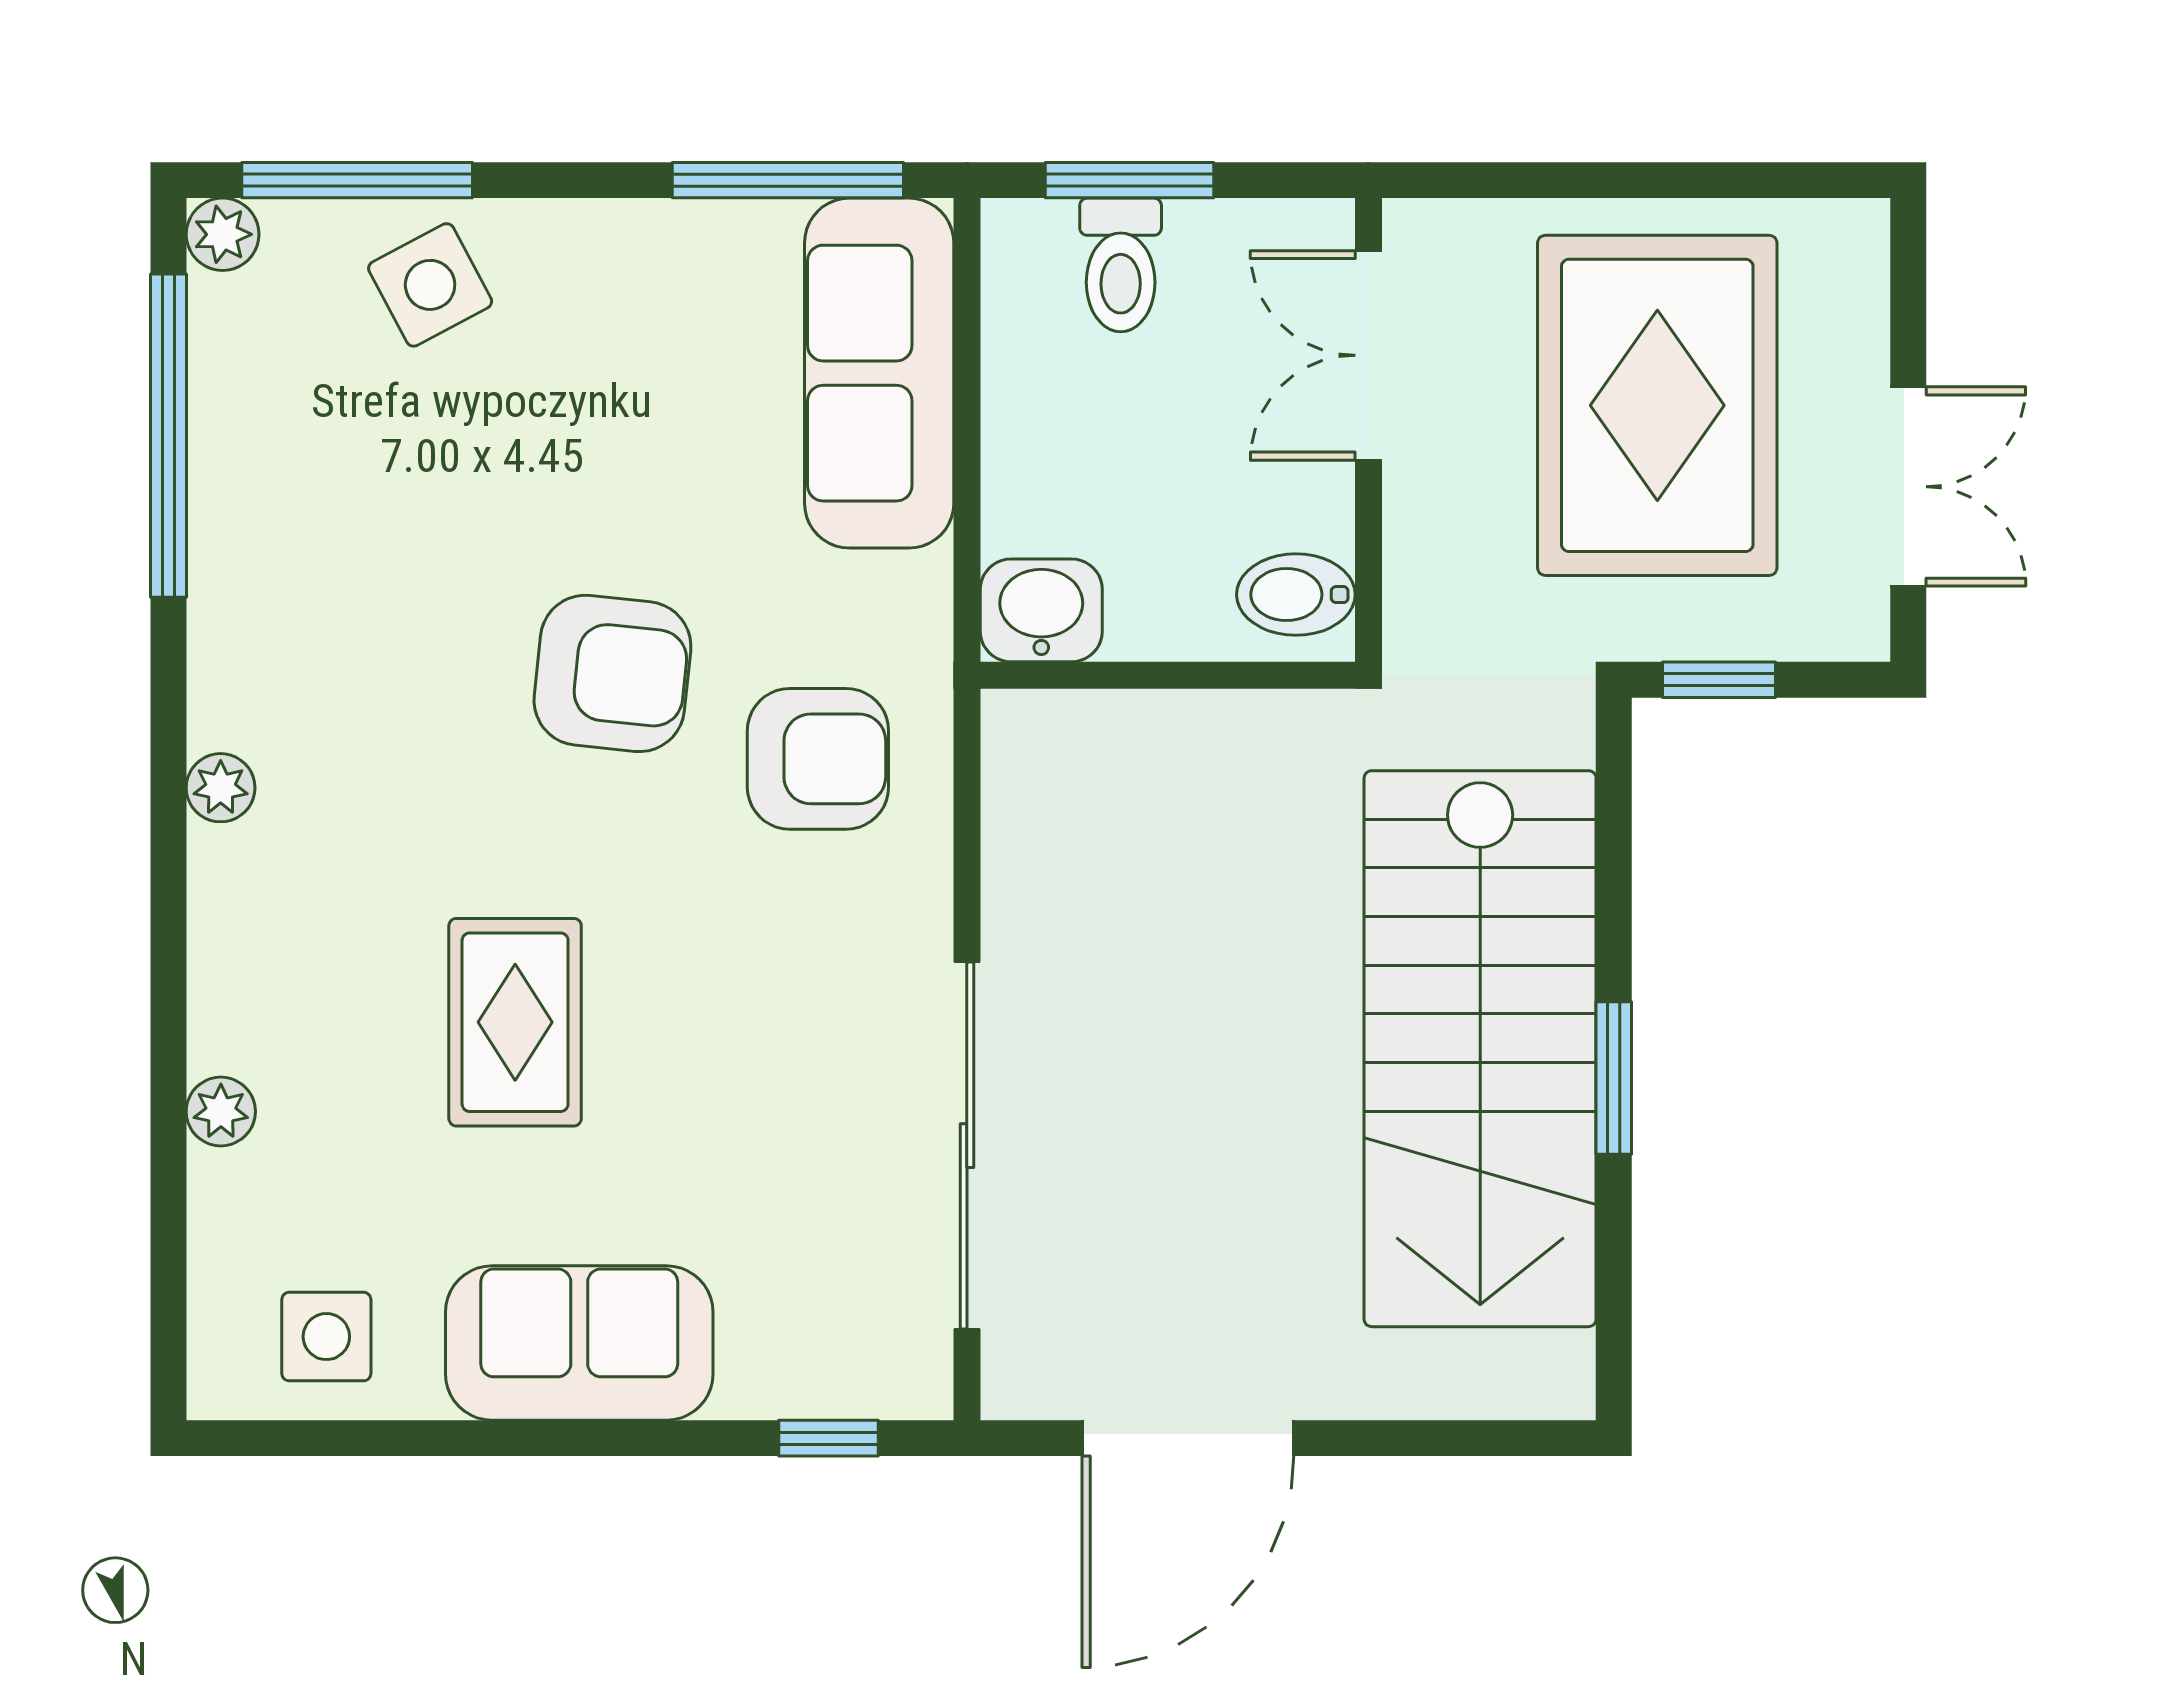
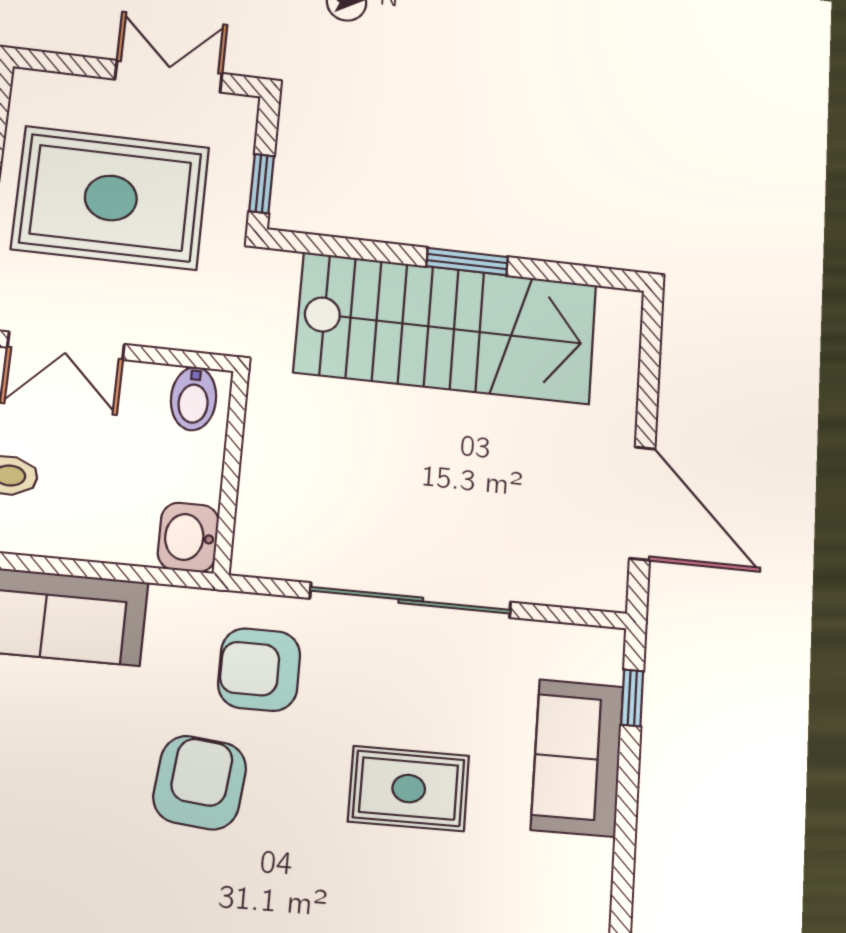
armchair: (818, 759) -> (259, 670), turned -90
rug: (515, 1022) -> (409, 789), moved
sliding door: (967, 1146) -> (411, 600), moved
sofa: (579, 1343) -> (577, 758), moved

